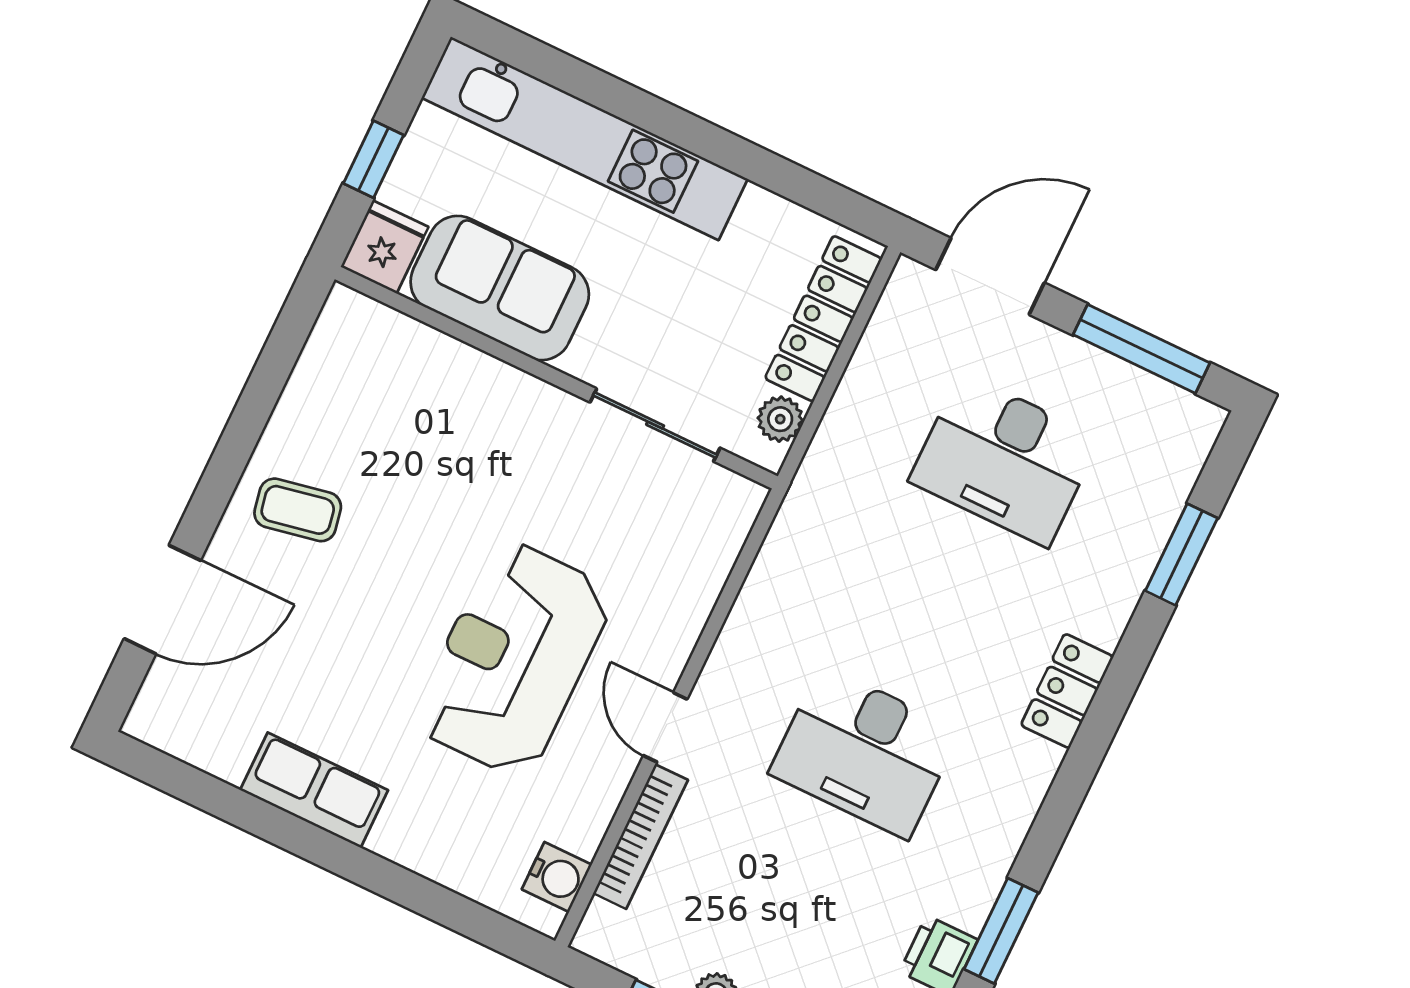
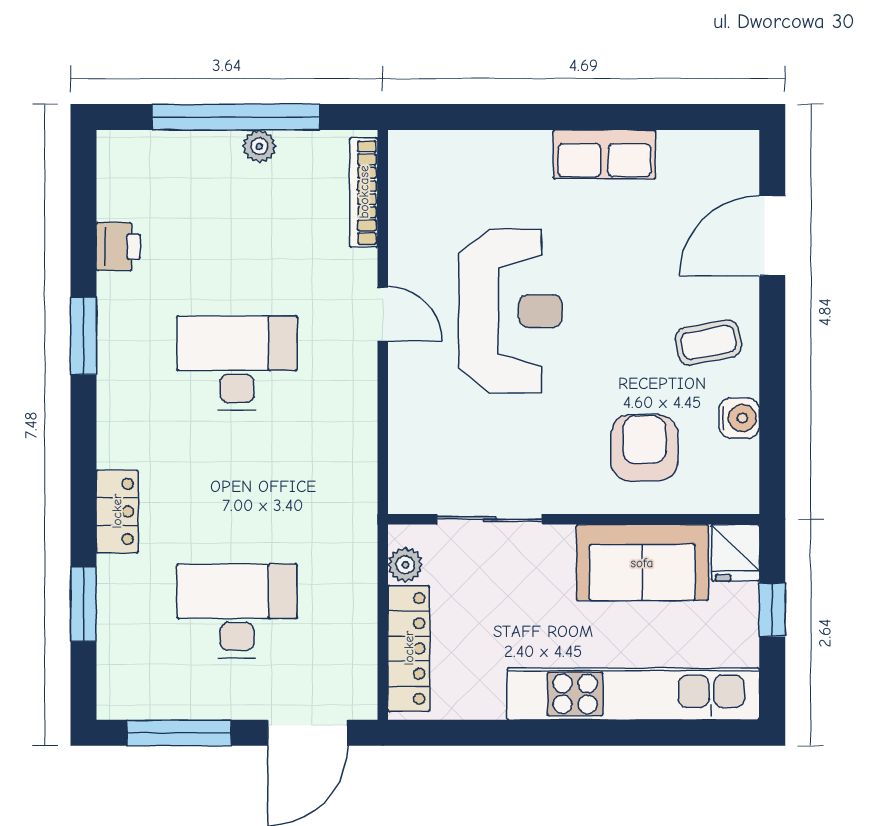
armchair: (432, 422) -> (644, 448), added
locker: (1067, 691) -> (117, 511), moved
bookcase: (641, 837) -> (364, 192), moved
water cooler: (557, 877) -> (739, 418), moved, turned 180
window: (1001, 931) -> (83, 336), moved

